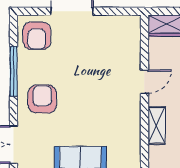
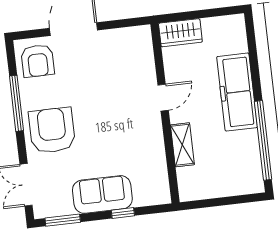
armchair: (42, 99) -> (52, 130), width x1.36, depth x1.36

